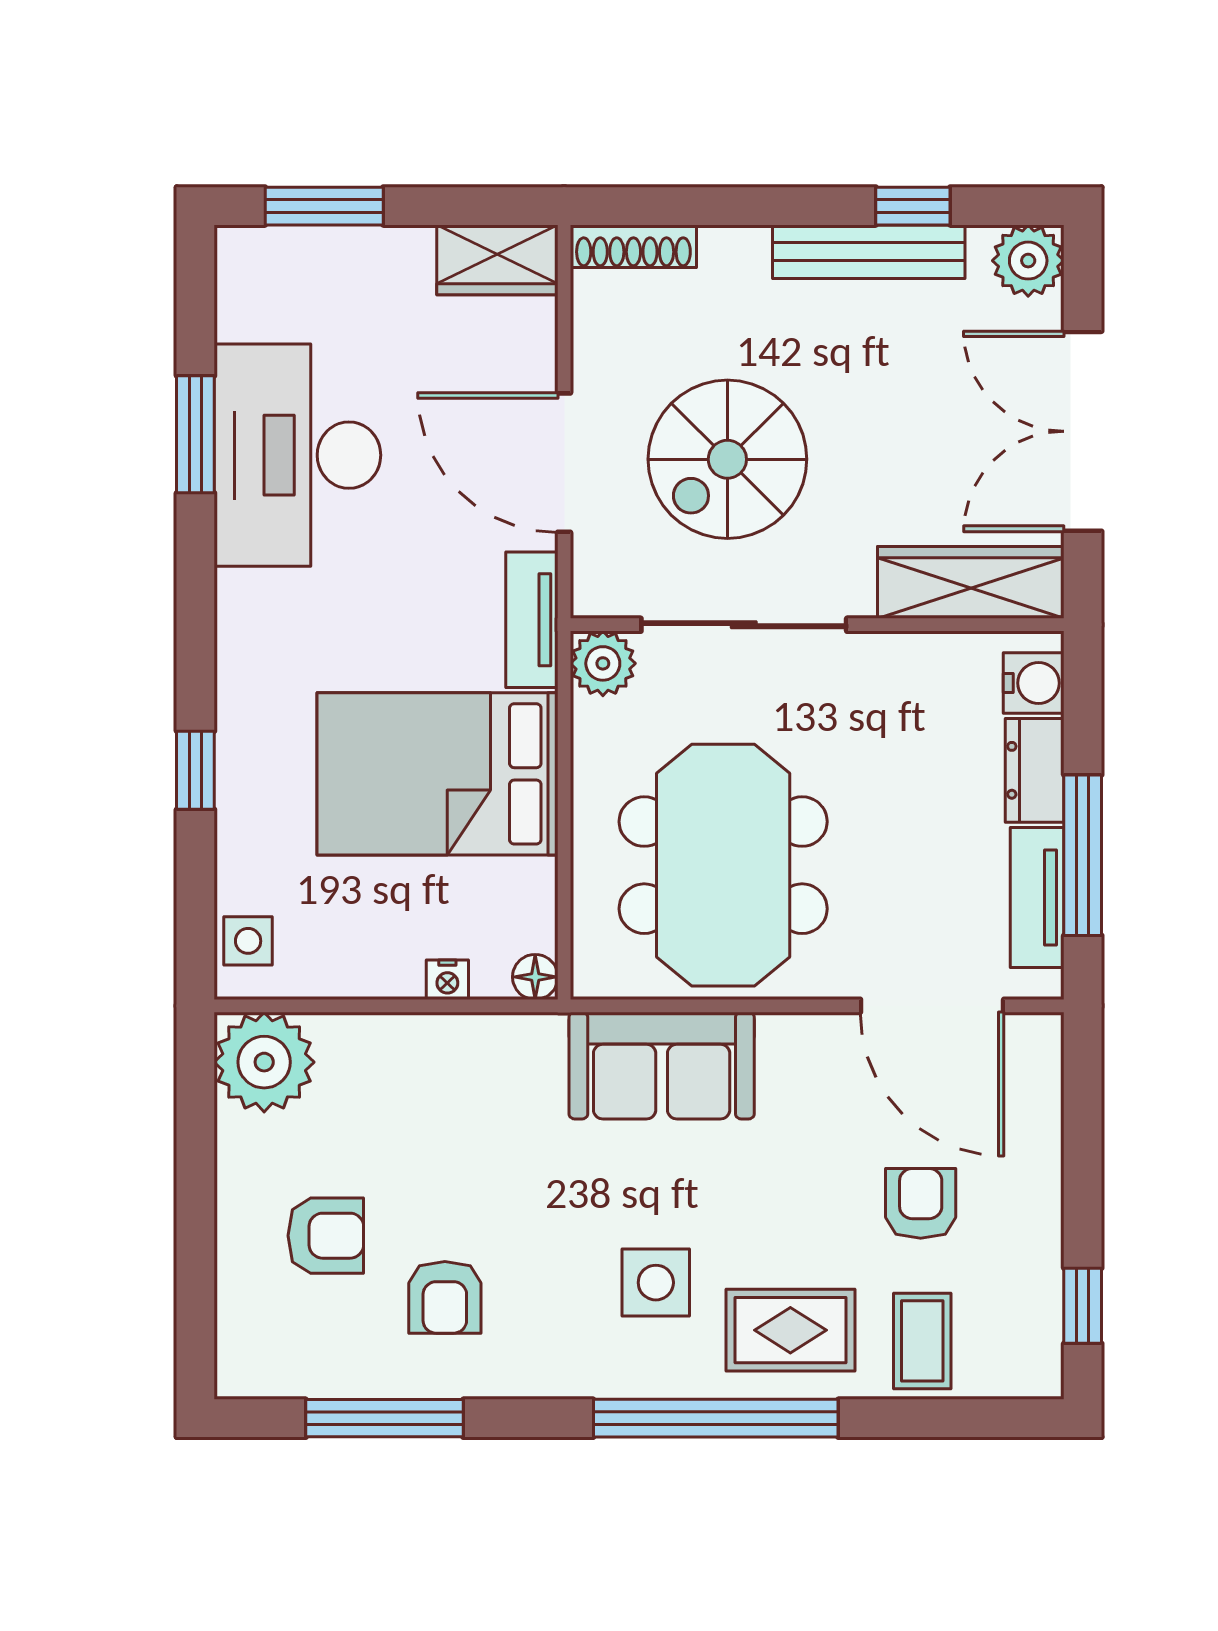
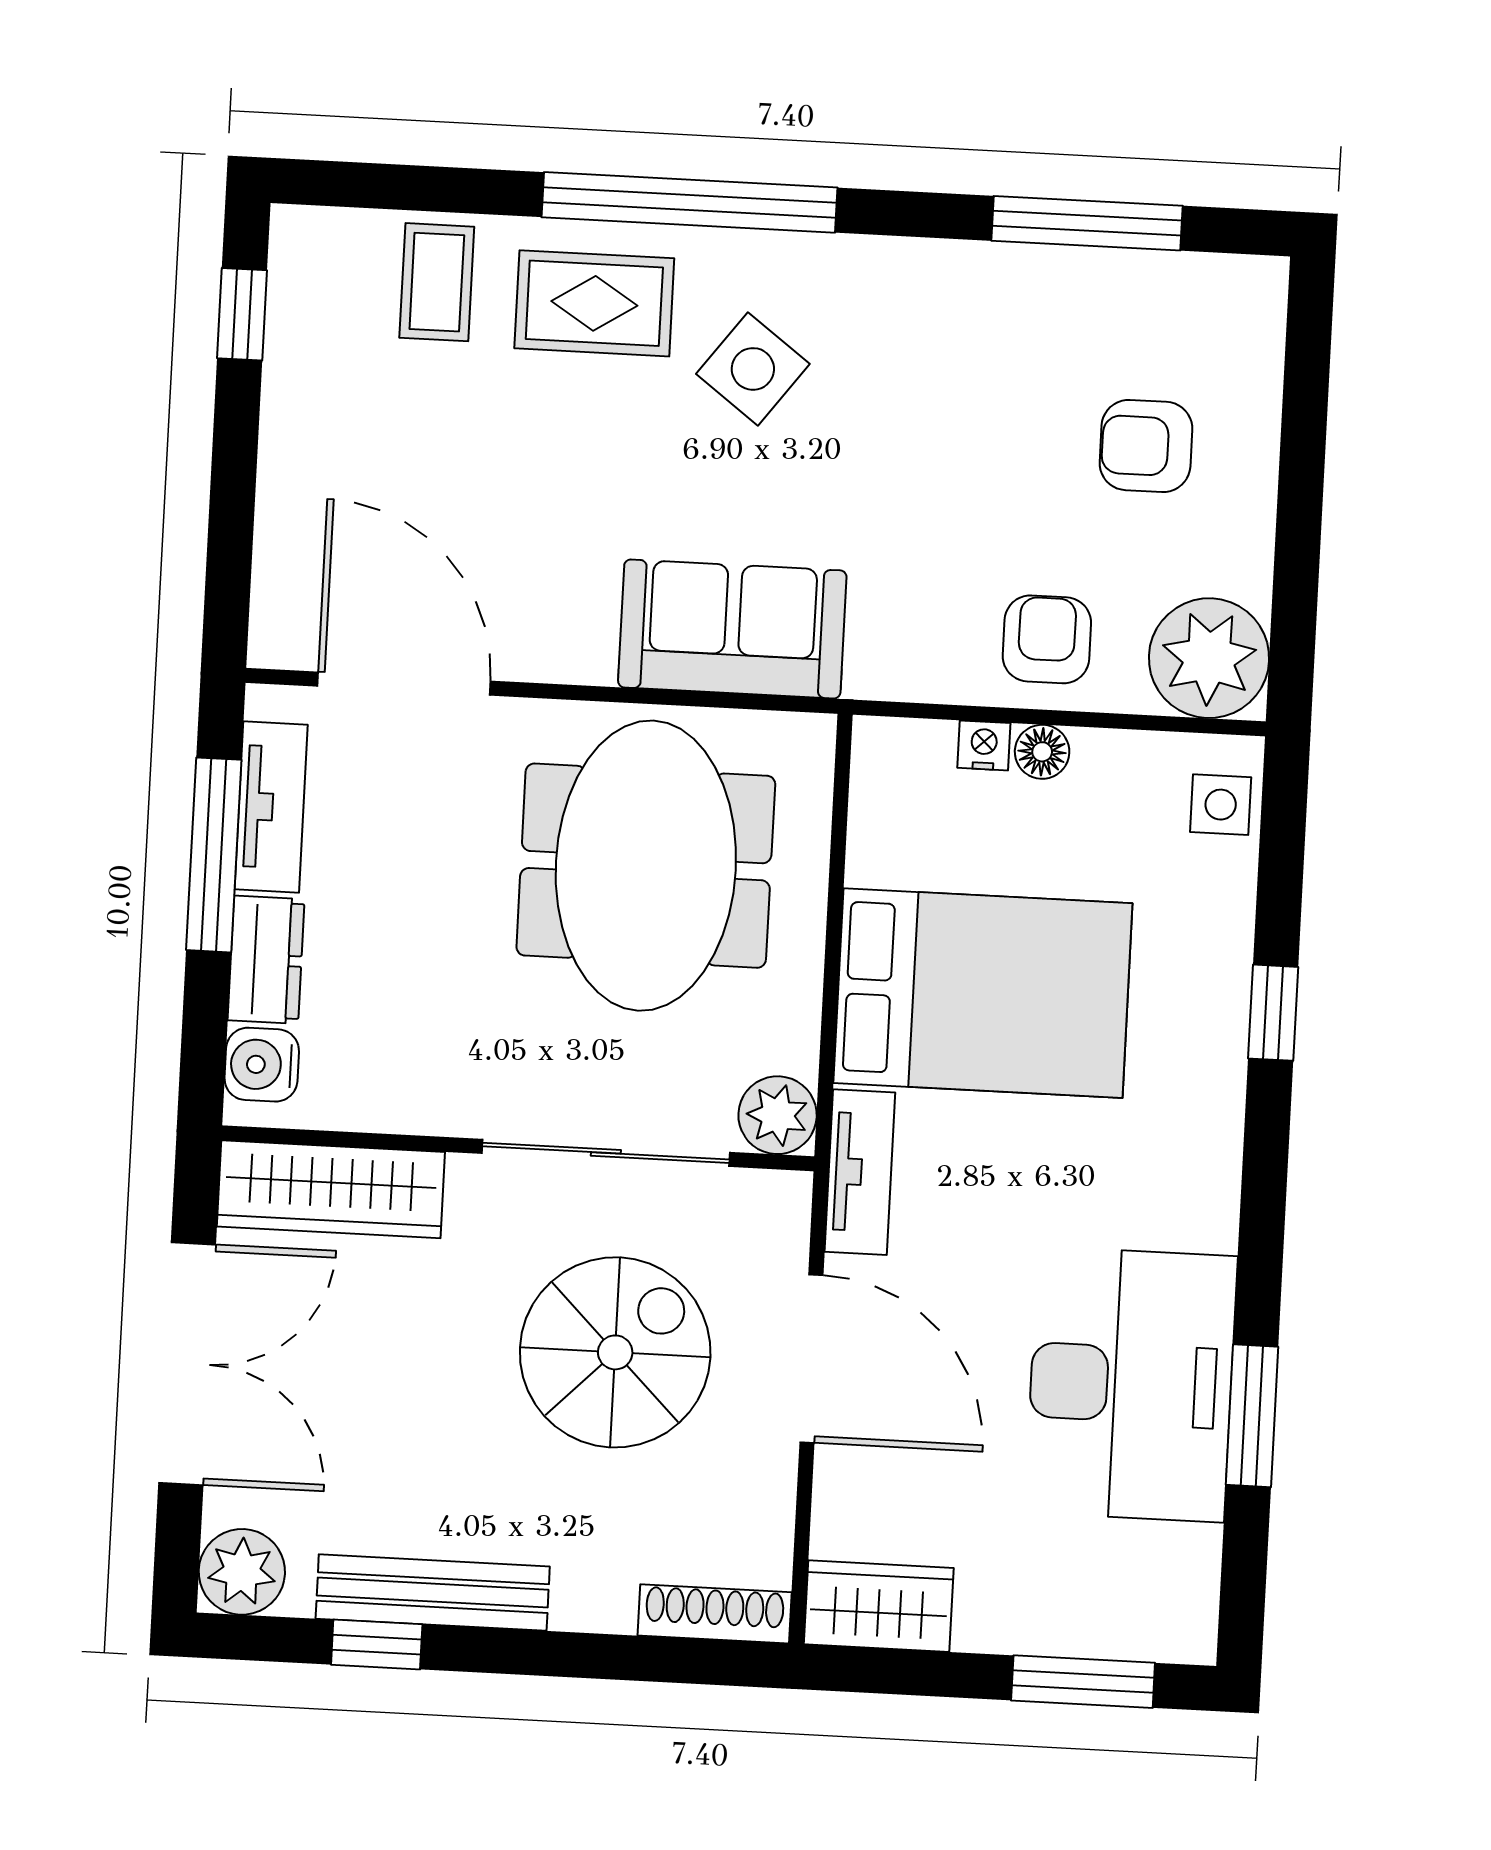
floor lamp: (535, 977) -> (1042, 752), moved
armchair: (921, 1203) -> (430, 447), removed
side table: (656, 1283) -> (753, 369), turned 37
armchair: (445, 1297) -> (1047, 639), moved

